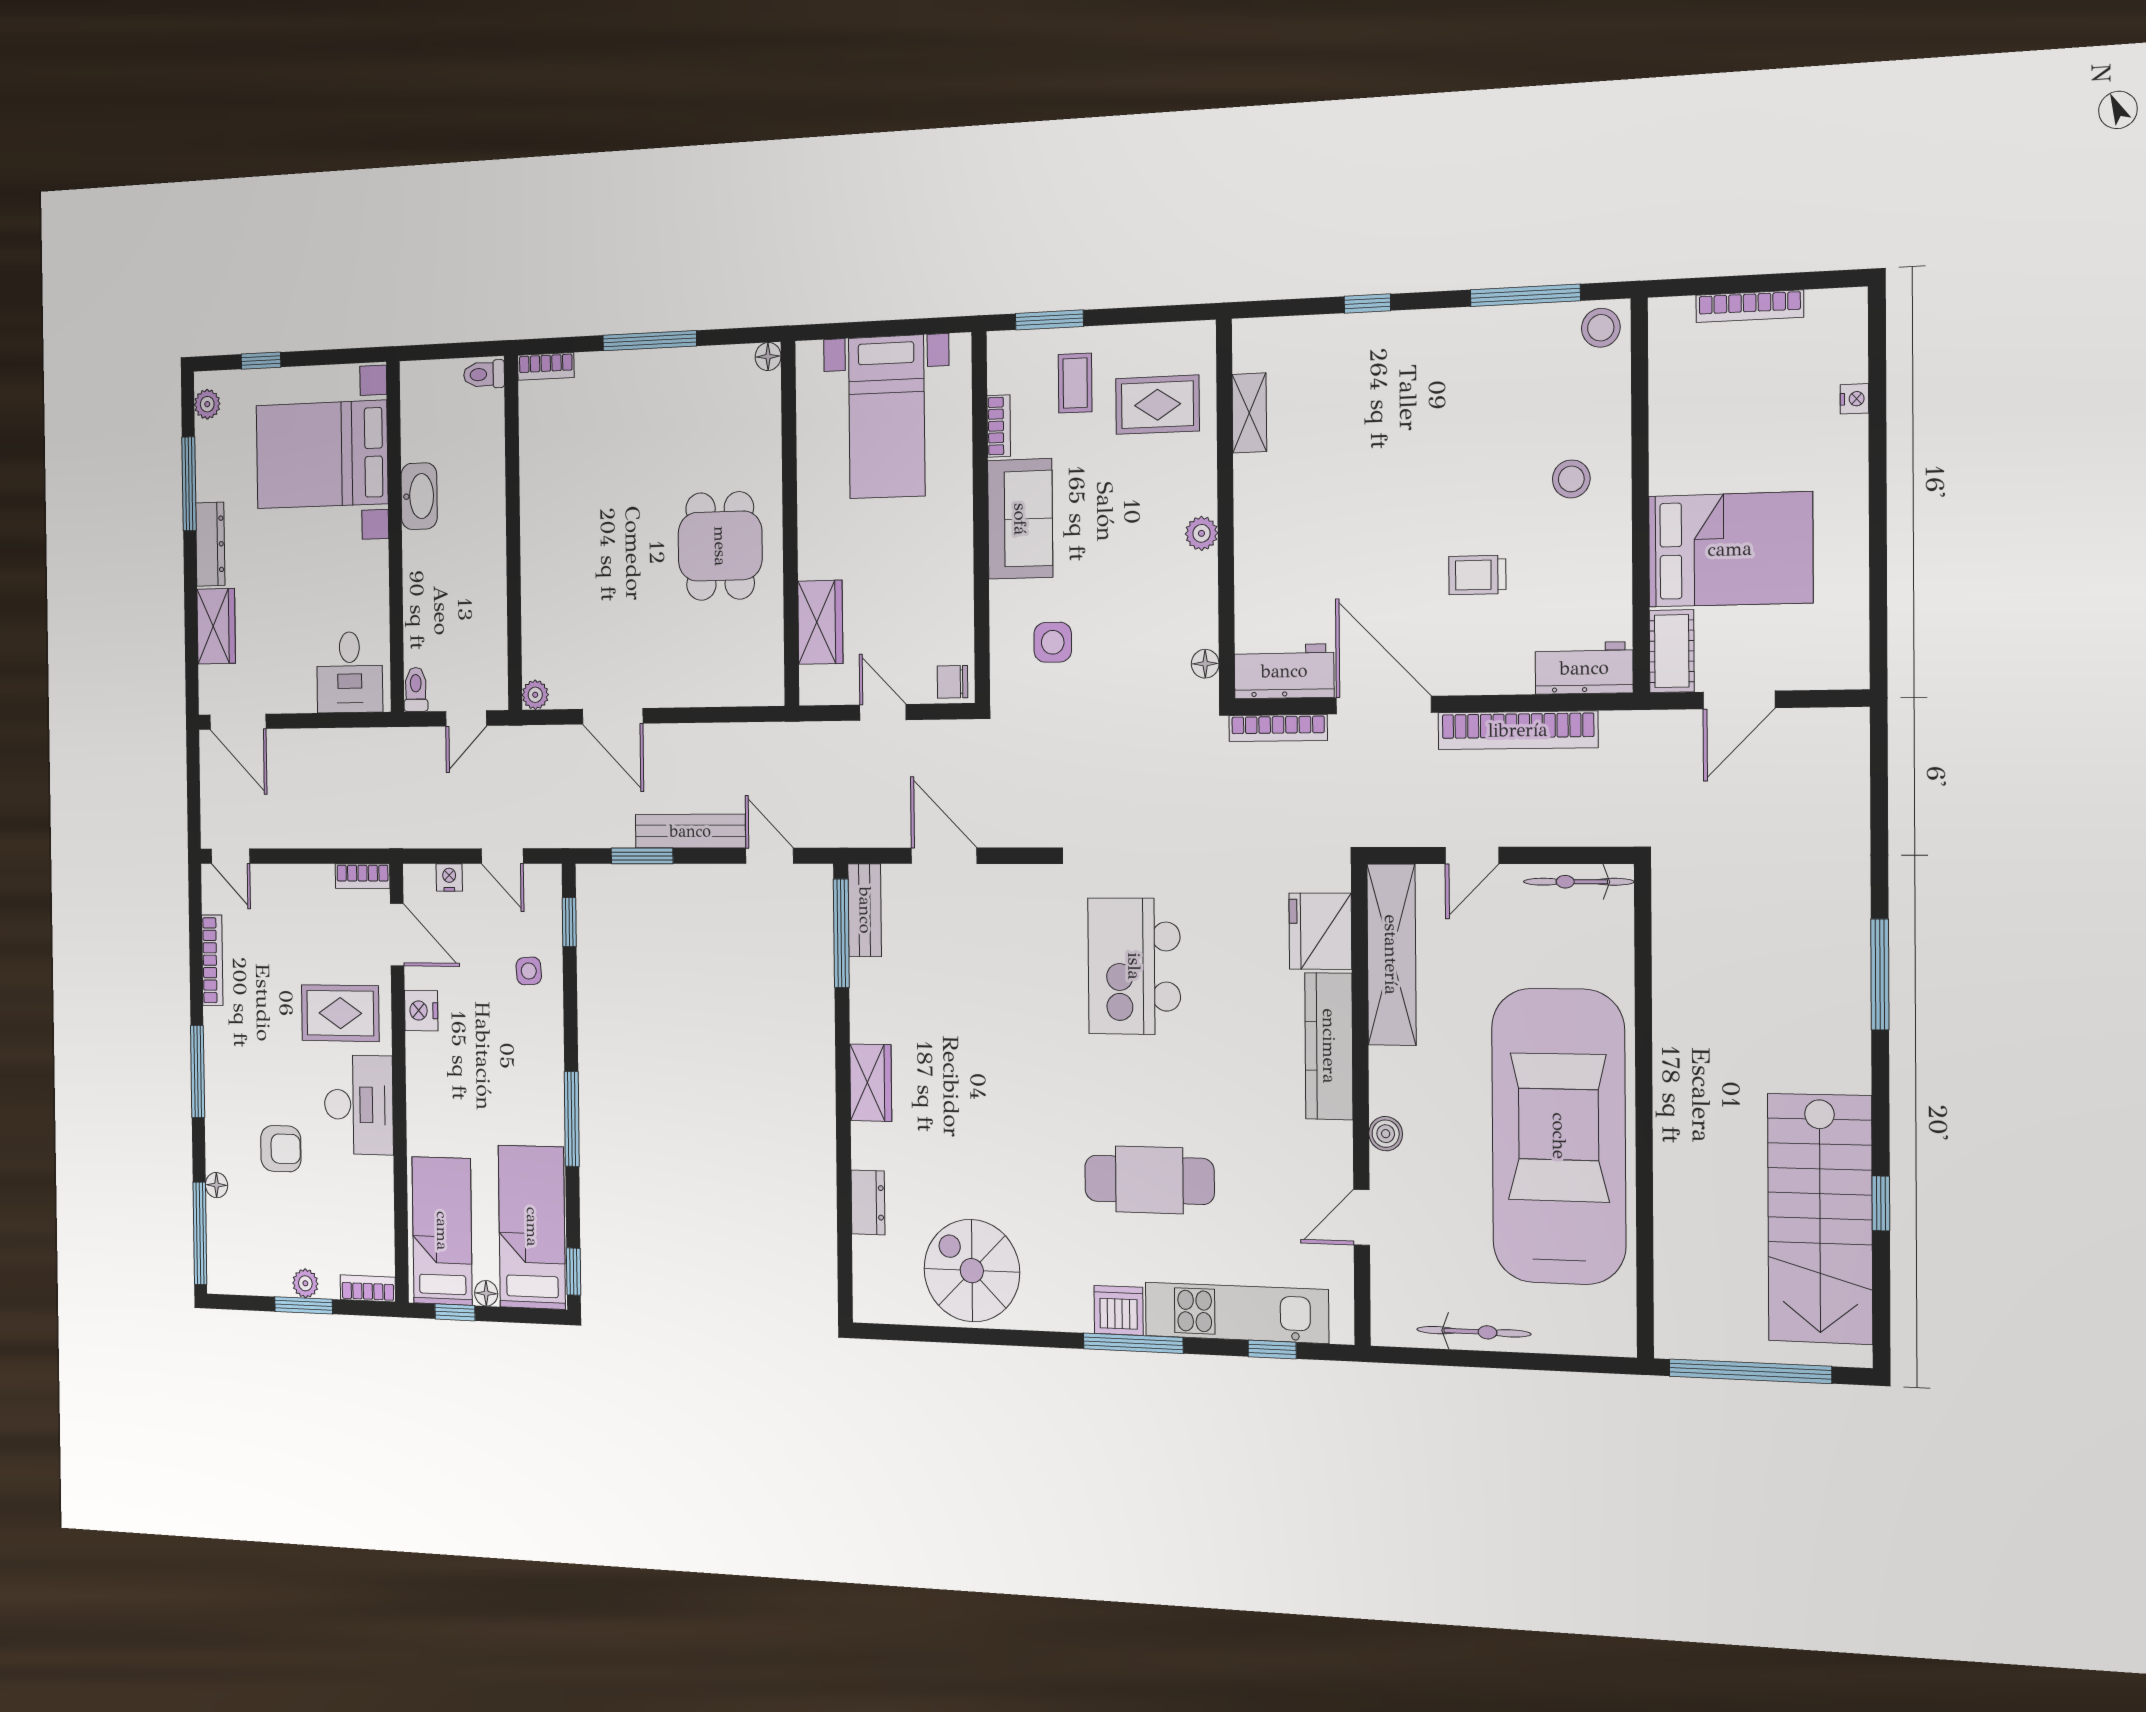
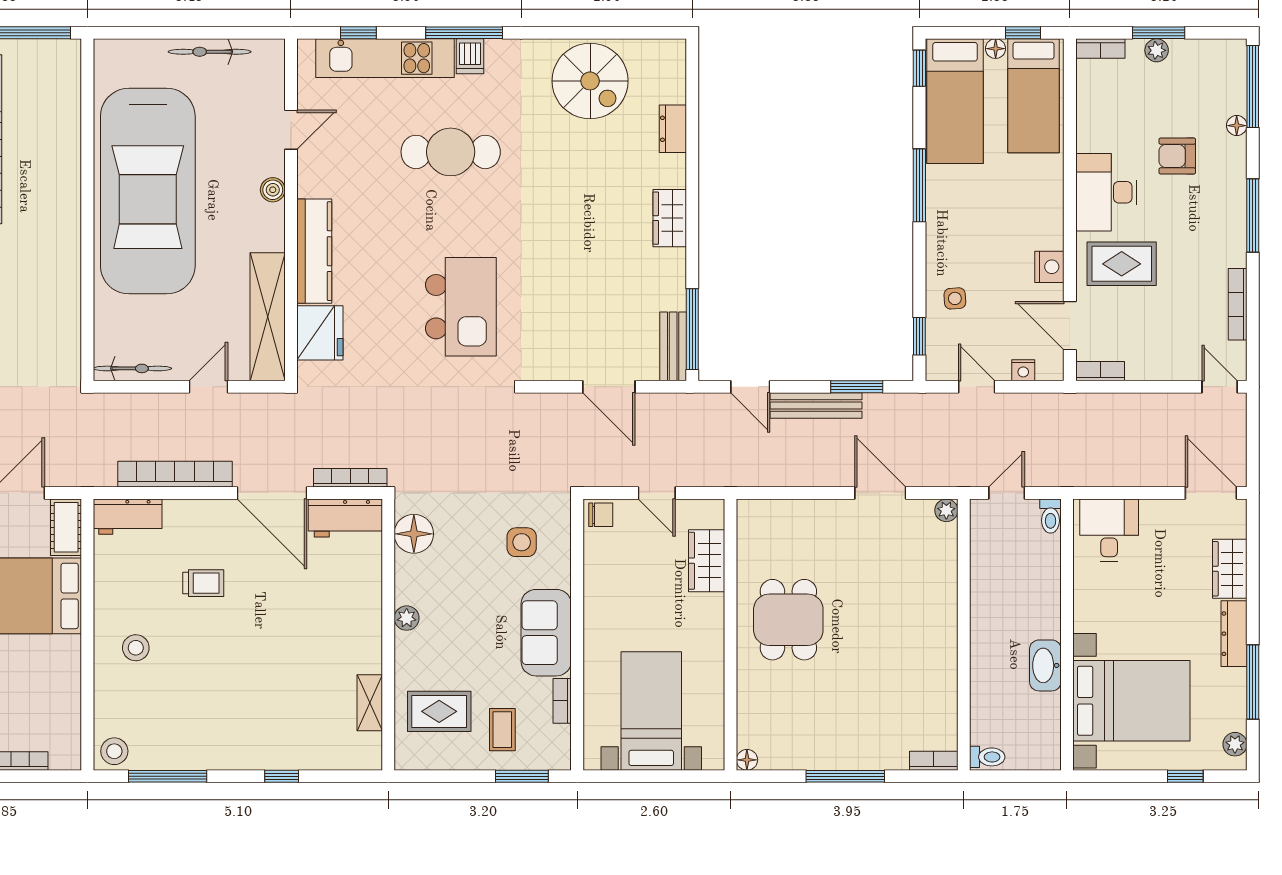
floor lamp: (1205, 664) -> (414, 534), width x1.89, depth x1.89
dishwasher: (1119, 1310) -> (470, 56), width x0.73

